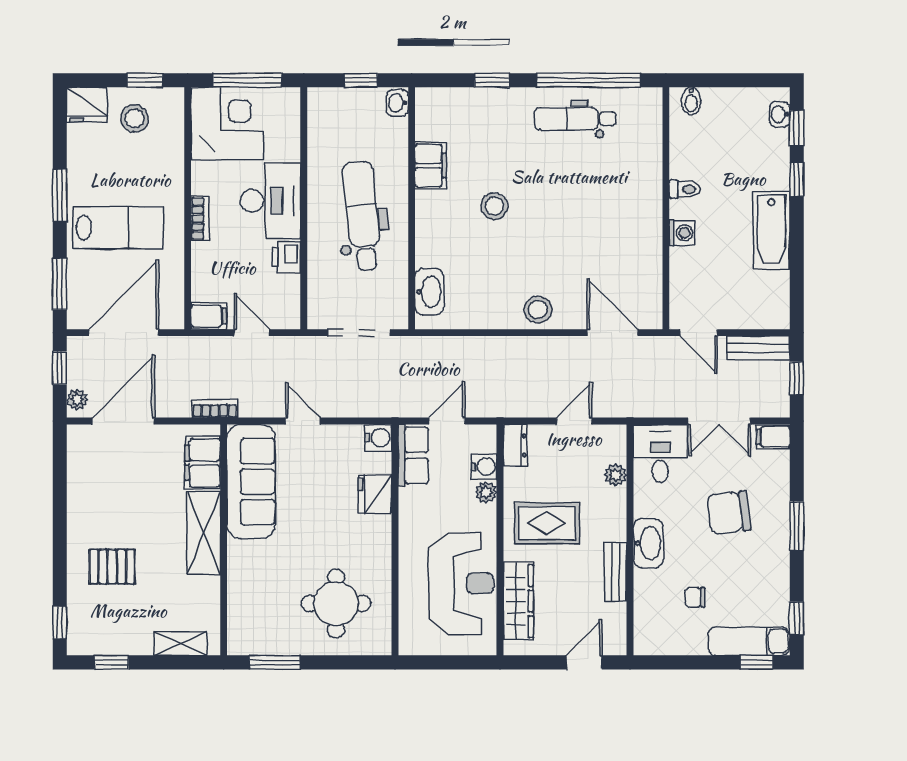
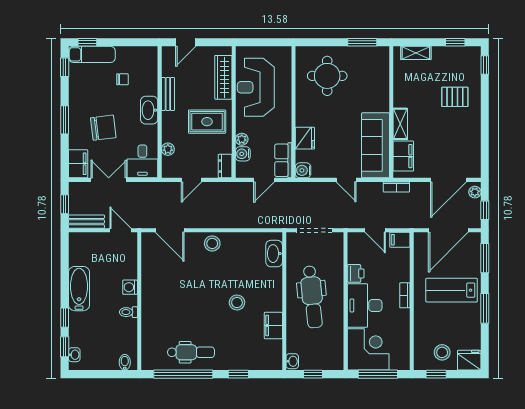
corner desk: (227, 124) -> (368, 349), moved, turned 180
filing cabinet: (773, 437) -> (78, 164), width x2.00
shelving: (204, 533) -> (400, 124), width x0.67, depth x0.75

